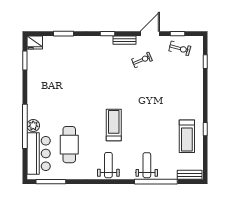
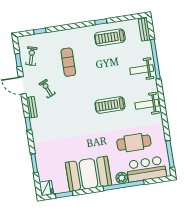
exercise mat: (167, 87) -> (68, 62), added
booth: (43, 90) -> (89, 174), added
treadmill: (187, 136) -> (110, 37), turned 180

